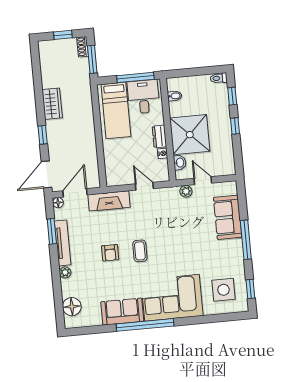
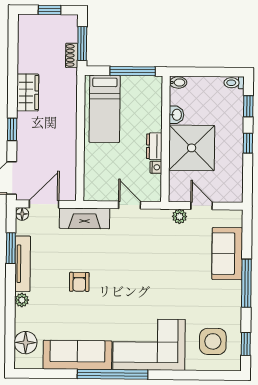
shoe rack: (82, 47) -> (72, 55), moved
bidet: (175, 96) -> (178, 82), moved
desk: (143, 97) -> (140, 96), removed
washbasin: (180, 163) -> (176, 115), moved
coffee table: (140, 251) -> (116, 283), removed
sofa: (122, 312) -> (77, 355), width x1.36

